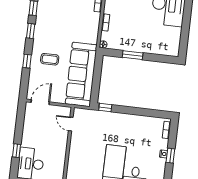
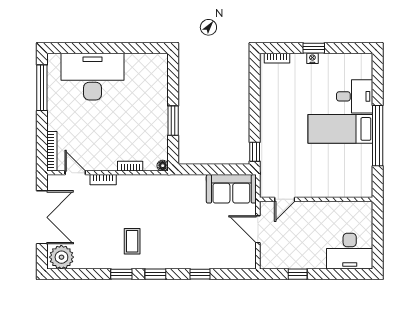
coffee table: (50, 59) -> (132, 241), moved
sofa: (81, 74) -> (231, 189), width x0.54, depth x0.79
door: (40, 102) -> (258, 229), moved
window: (17, 151) -> (298, 274), moved

